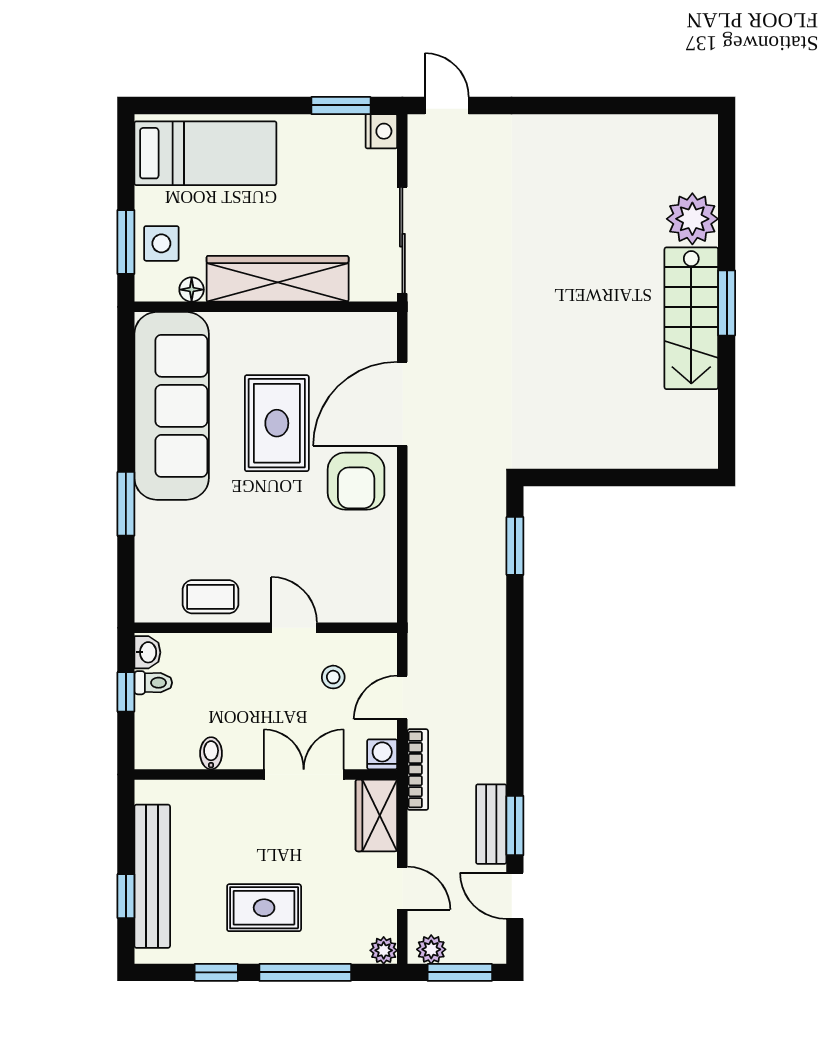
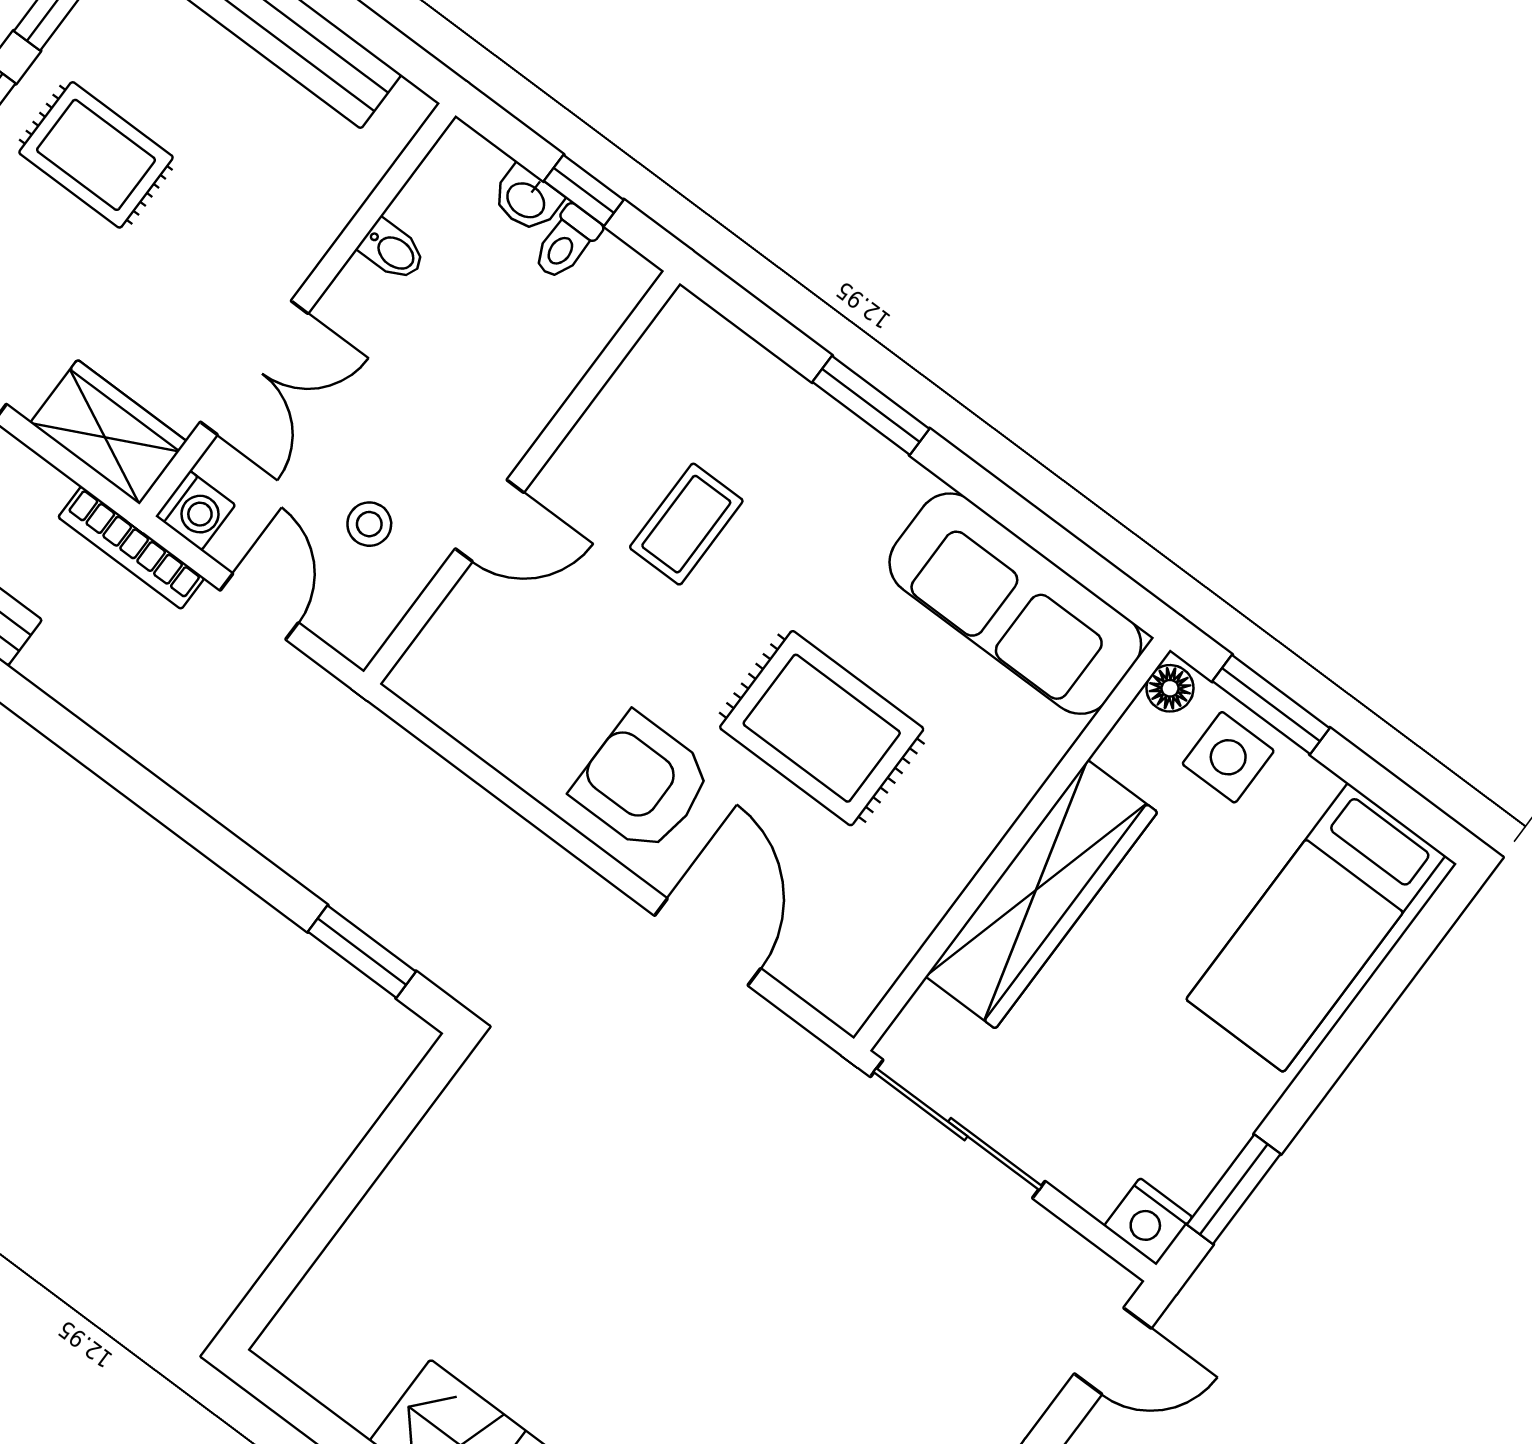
floor lamp: (192, 290) -> (1170, 688), moved
door: (402, 404) -> (708, 942), width x0.73
sofa: (172, 406) -> (1015, 604), width x0.74, depth x0.79
coffee table: (210, 597) -> (686, 524), moved
washbasin: (147, 652) -> (527, 199), moved
rug: (264, 908) -> (96, 155), turned 90

